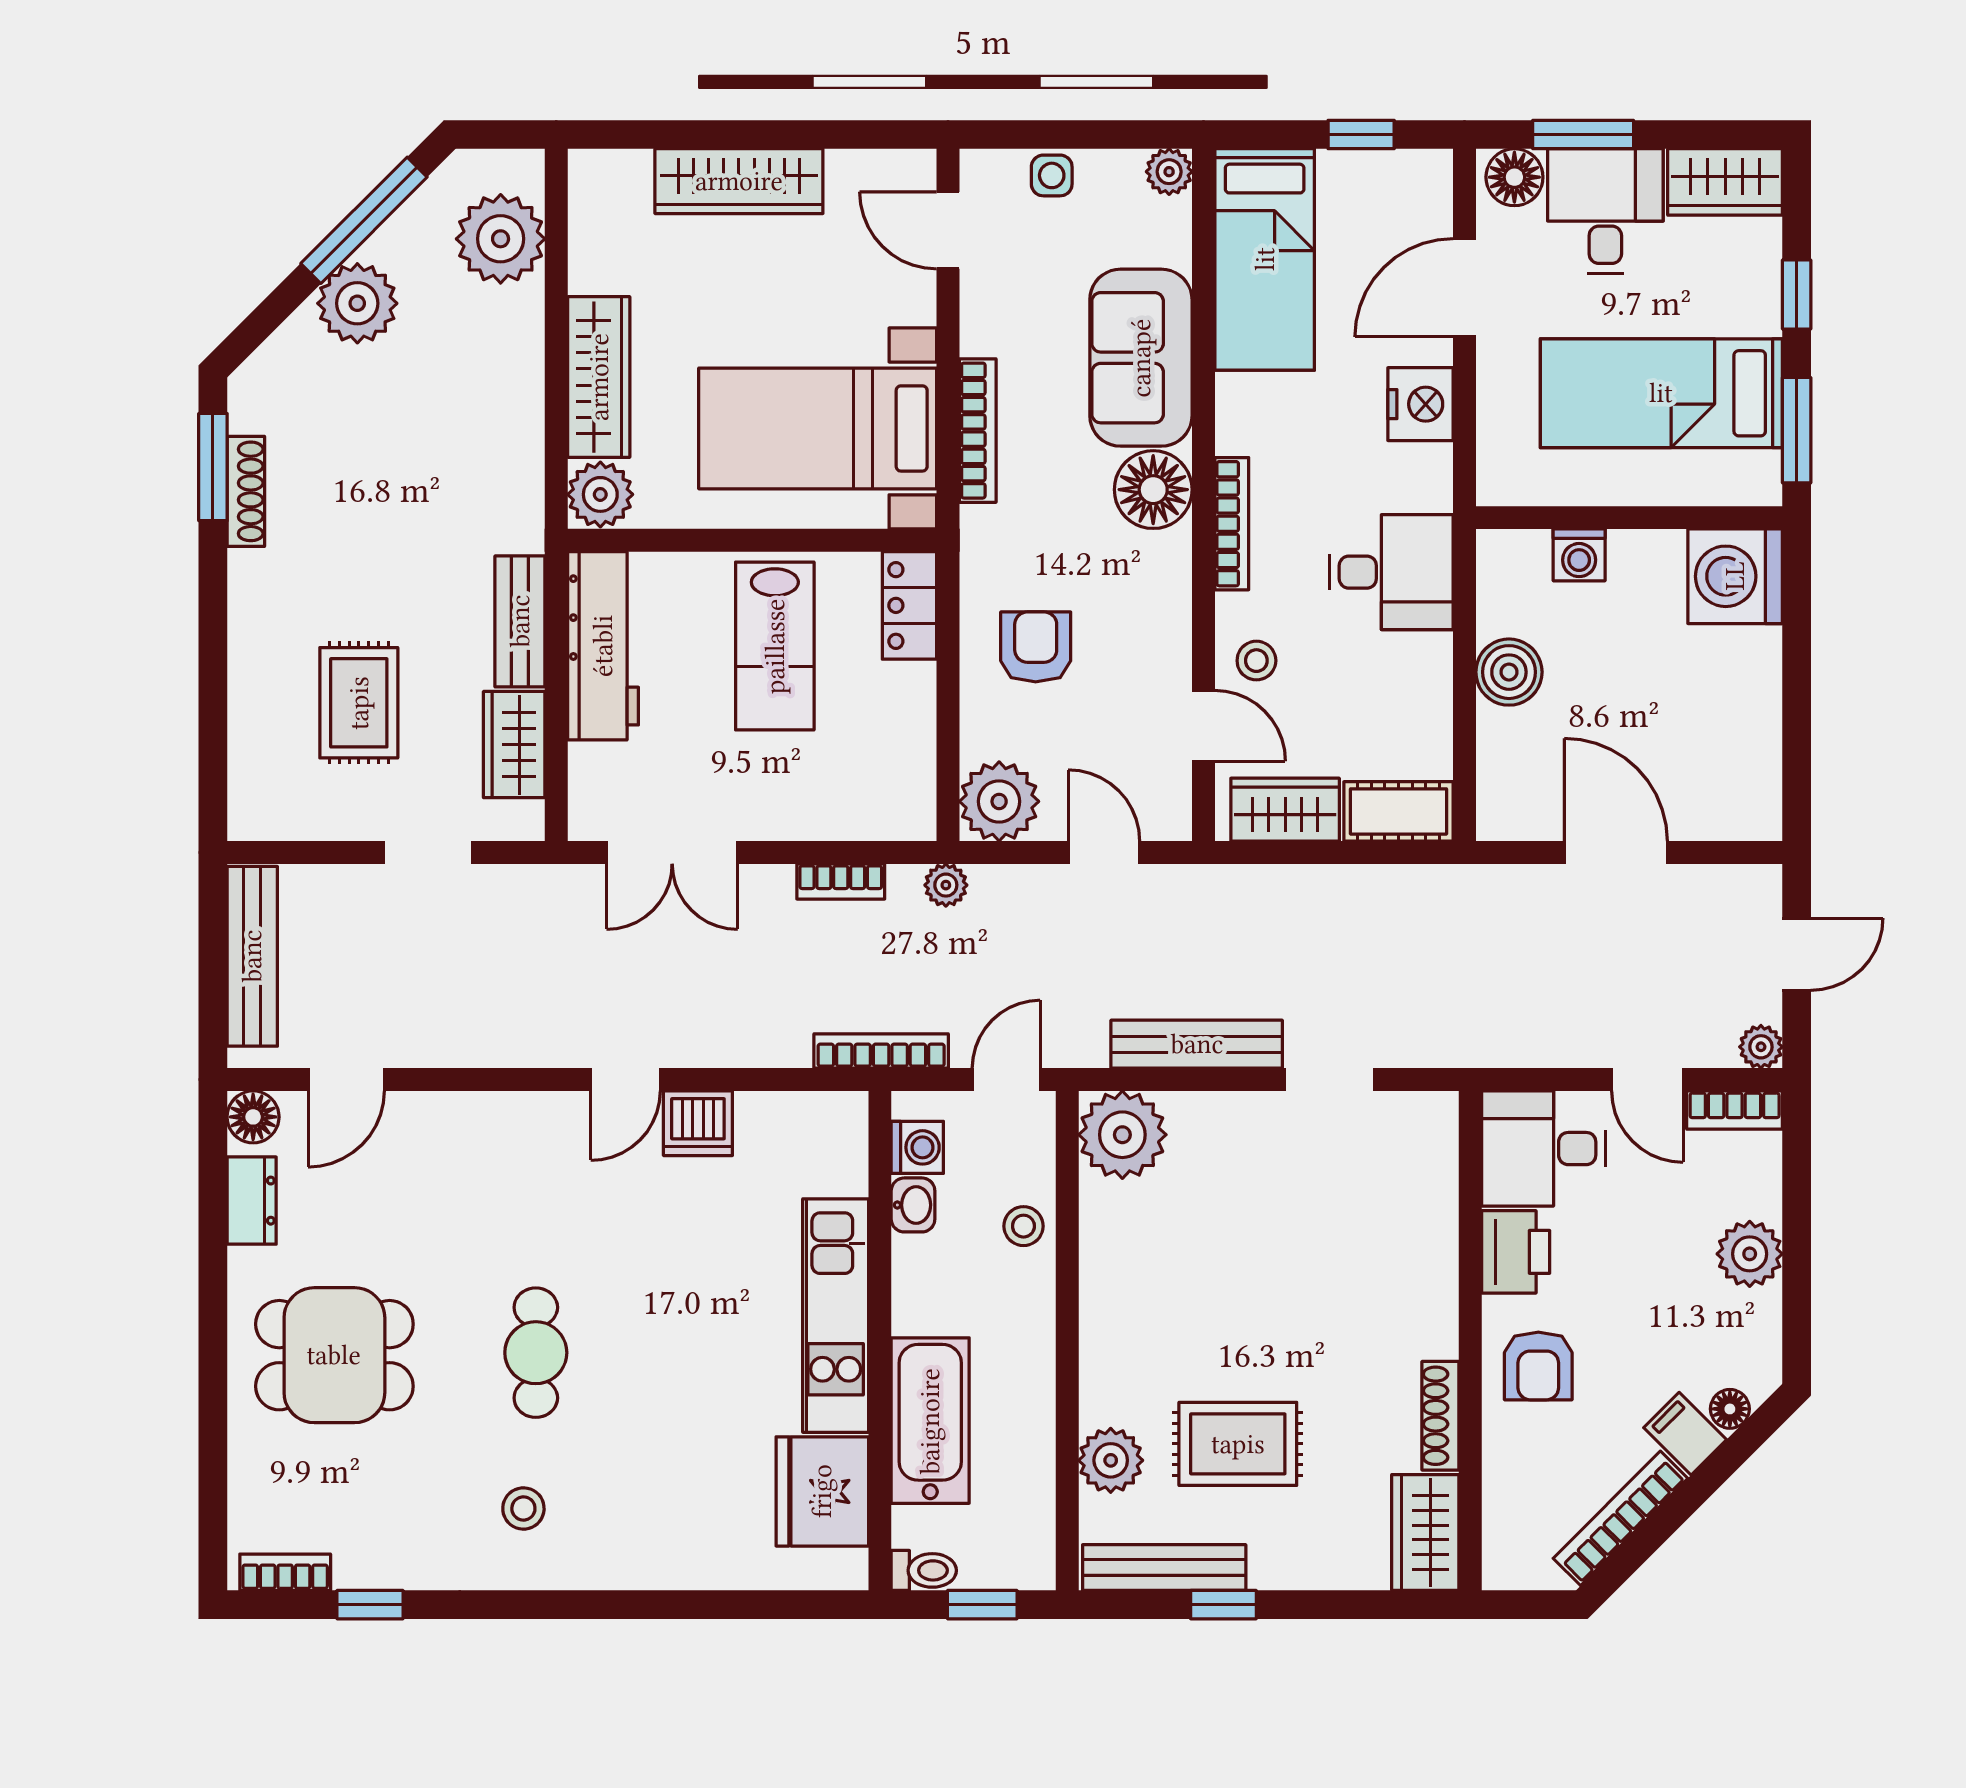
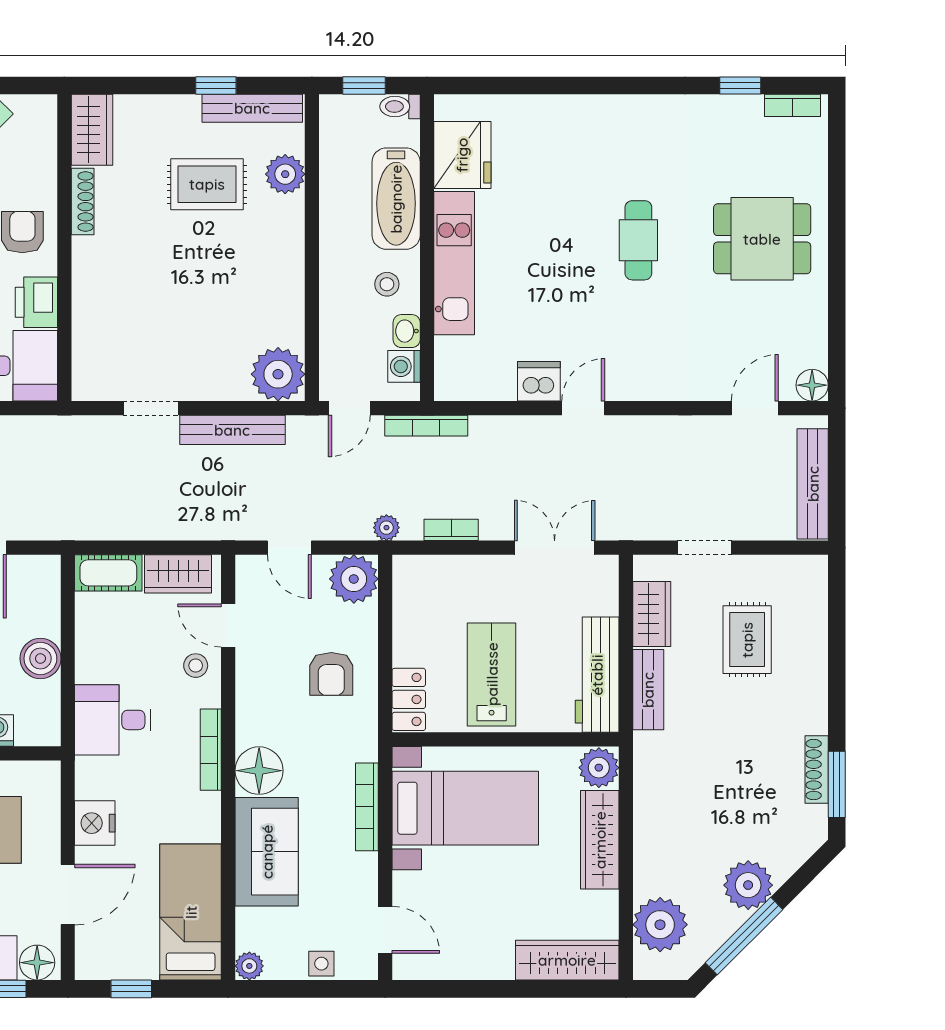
wardrobe: (739, 181) -> (567, 960), moved
dresser: (252, 1201) -> (813, 334), removed
stool: (1023, 1226) -> (387, 284), moved
stool: (523, 1508) -> (646, 145), removed

